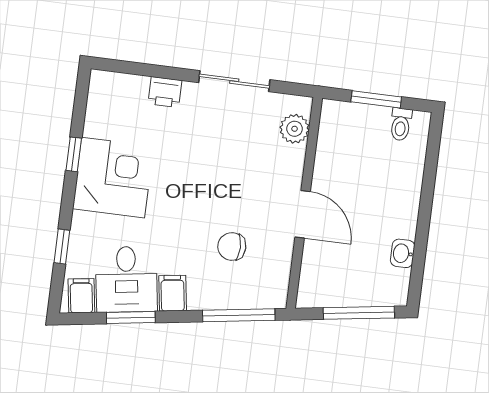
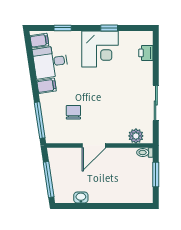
printer: (165, 92) -> (146, 53), moved
toilet: (401, 124) -> (145, 152), moved
window: (131, 318) -> (32, 67), removed

